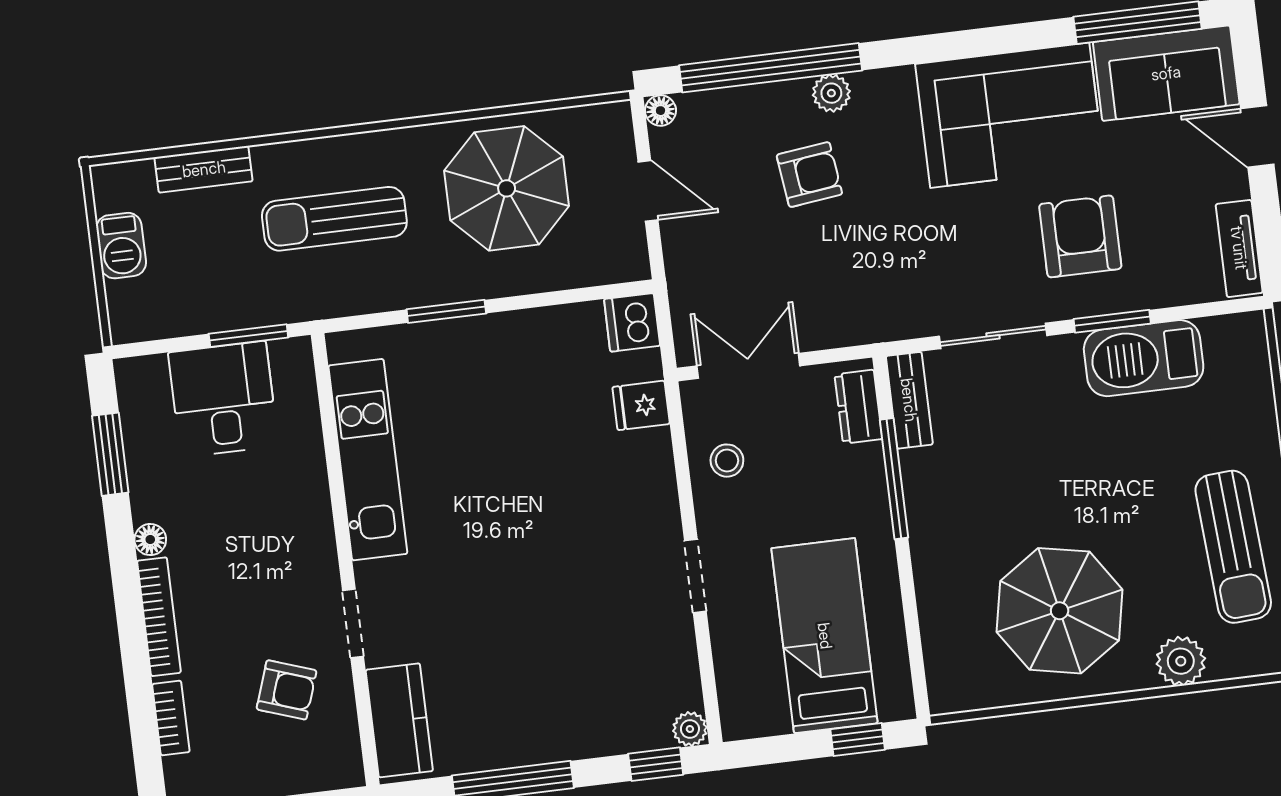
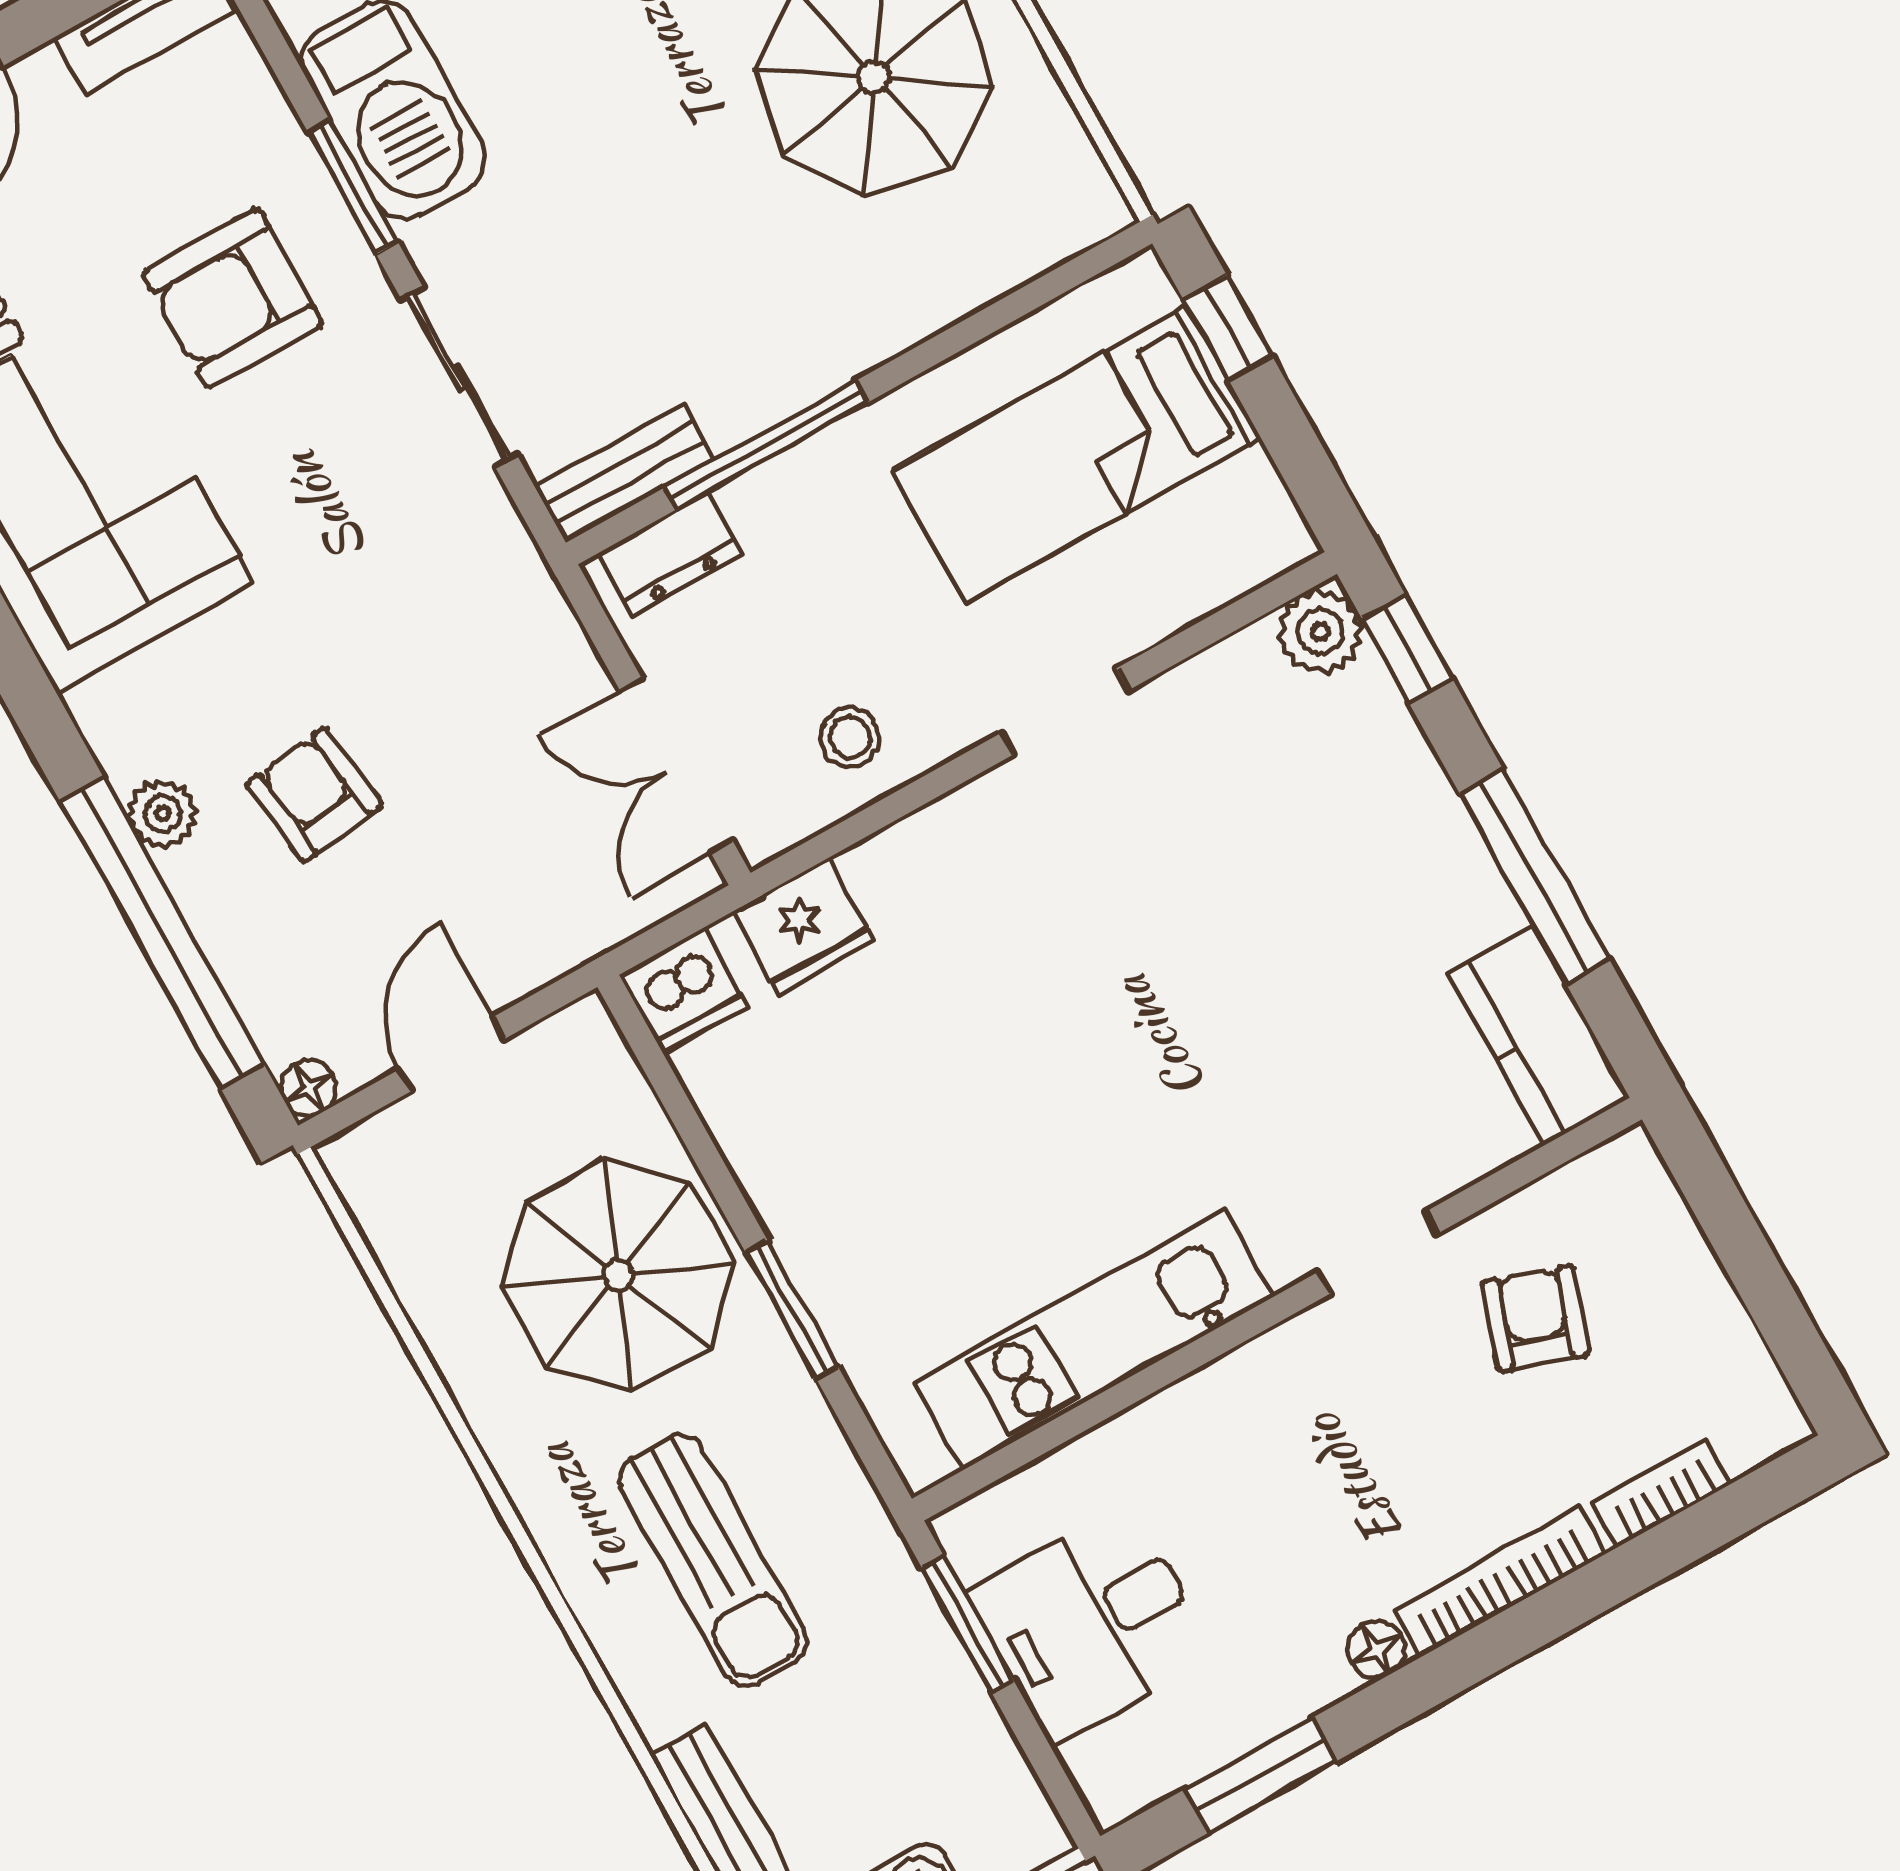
parasol: (507, 188) -> (618, 1275), moved
fridge: (641, 405) -> (803, 926), width x1.38
kitchen counter: (399, 720) -> (1539, 1036), moved, turned -90
plant: (690, 729) -> (1320, 632), width x1.38, depth x1.38

